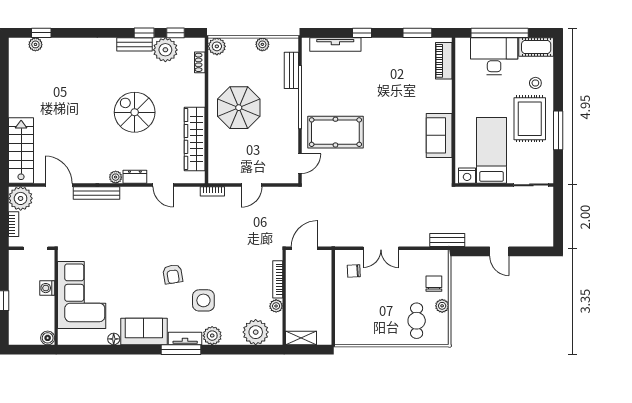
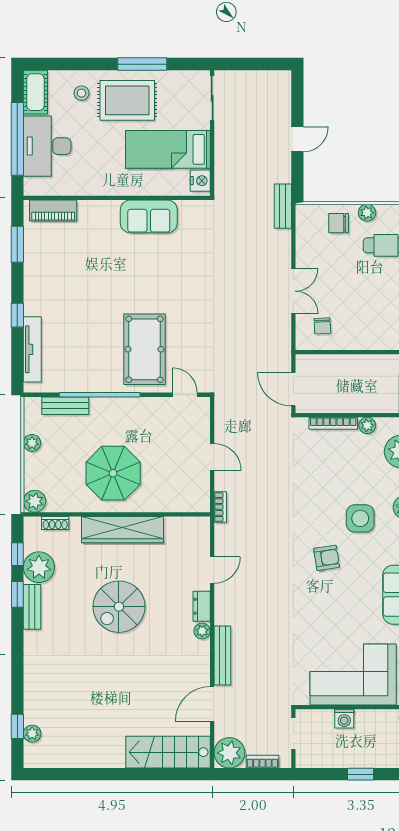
wardrobe: (195, 139) -> (123, 530), moved

